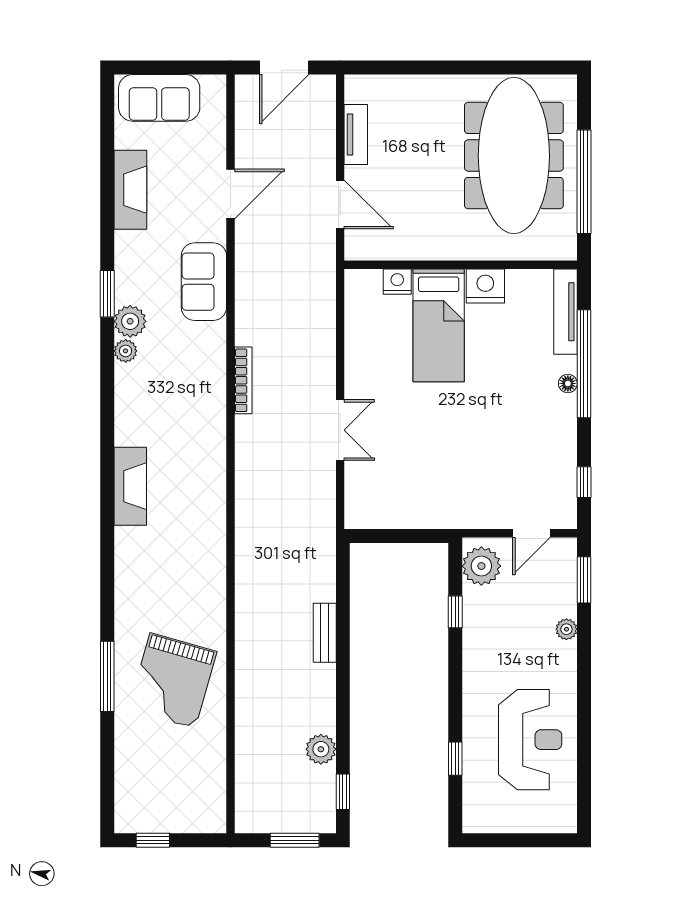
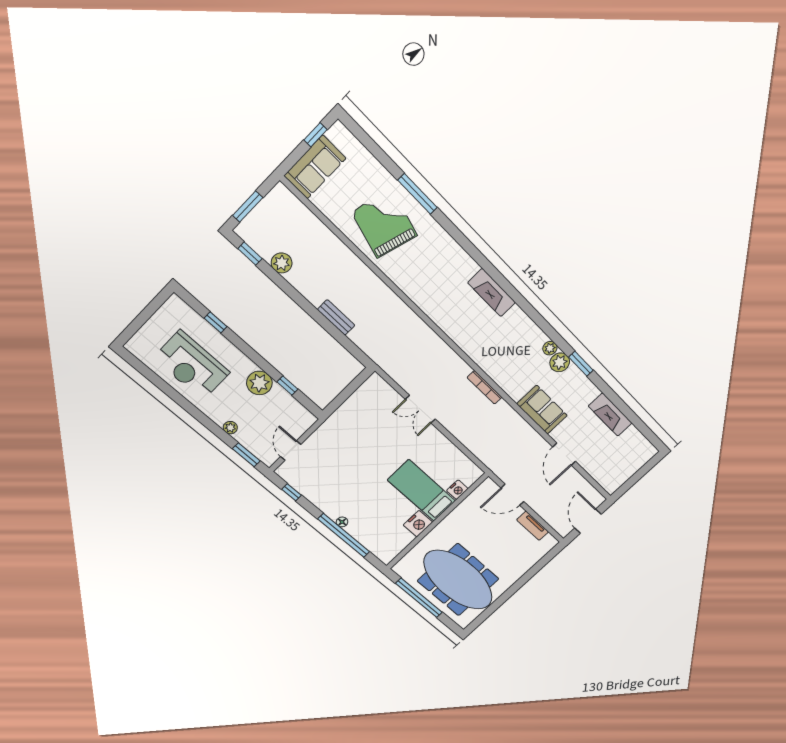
sofa: (159, 98) -> (315, 167), moved, turned 180
tv unit: (566, 312) -> (374, 547), removed
plant: (481, 566) -> (259, 383), moved

